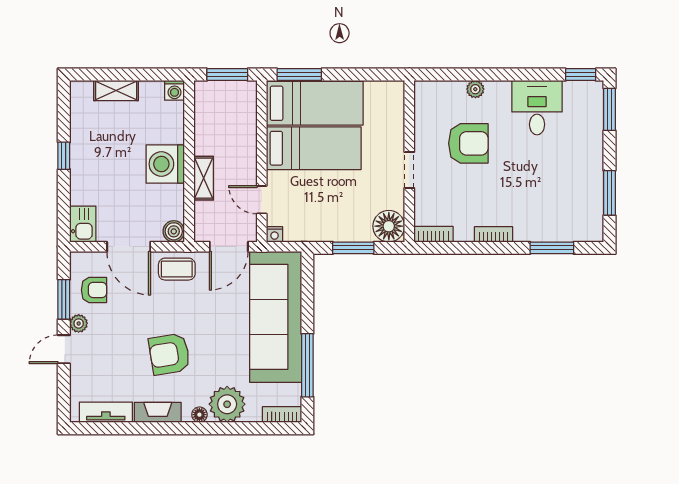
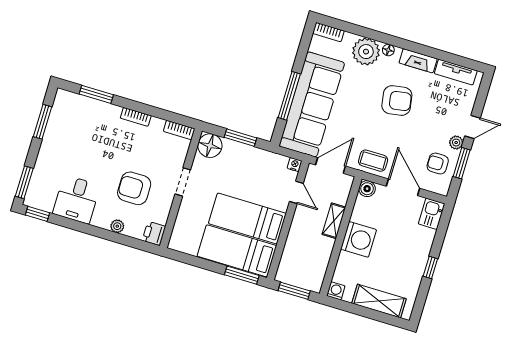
shelving: (116, 90) -> (379, 301), width x1.50, depth x1.33
printer: (426, 94) -> (154, 233), added
window: (307, 365) -> (289, 96), moved

